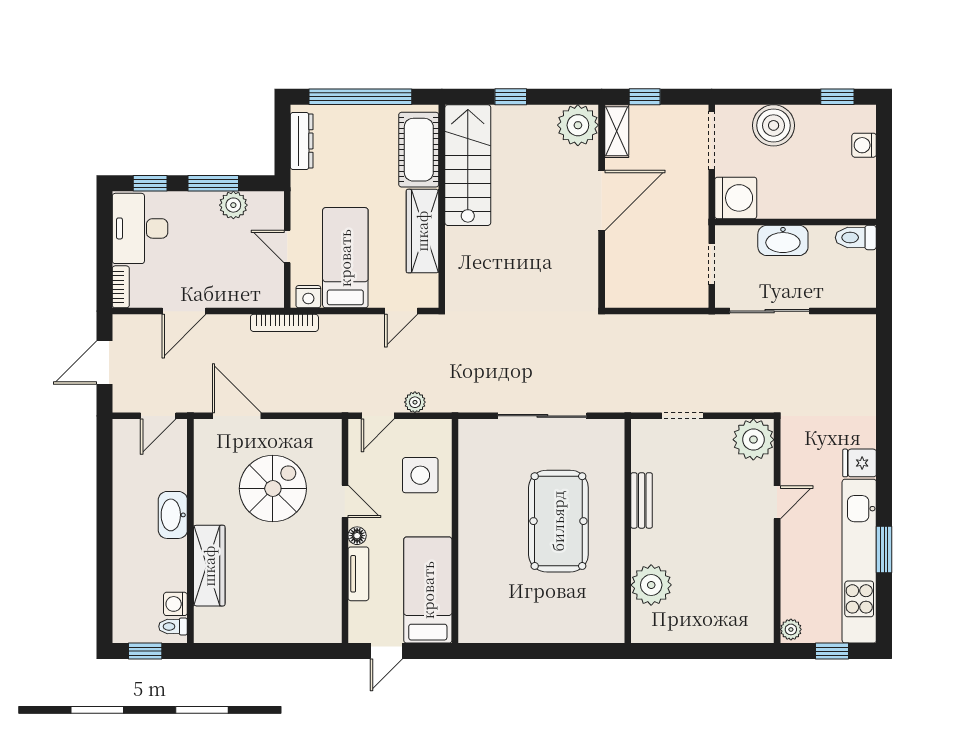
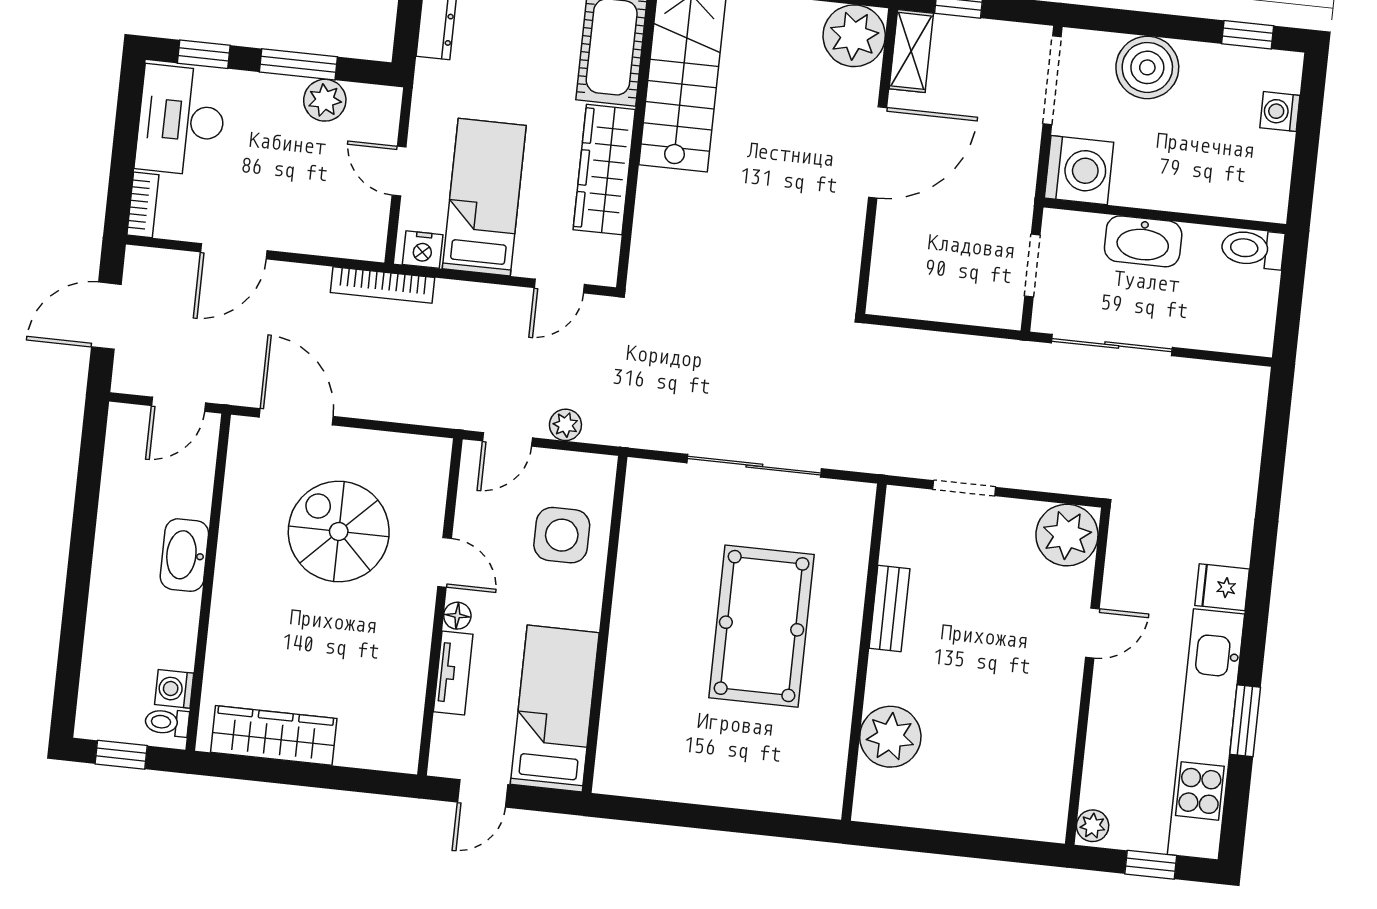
spiral stairs: (273, 489) -> (339, 531), turned -90
wardrobe: (209, 566) -> (274, 735), moved, turned -90

